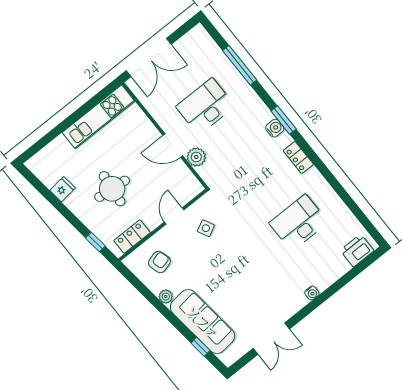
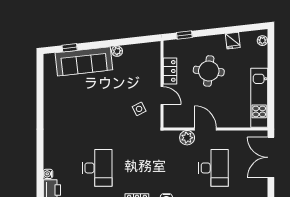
door: (173, 146) -> (205, 129), hinge flipped
plant: (39, 159) -> (262, 41), added
locker: (132, 237) -> (170, 71), moved
armchair: (159, 262) -> (141, 64), removed
water cooler: (312, 293) -> (48, 174), moved
double door: (271, 339) -> (40, 95), removed

